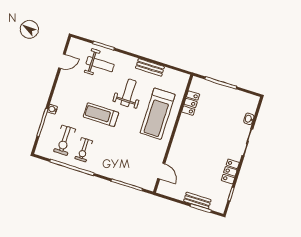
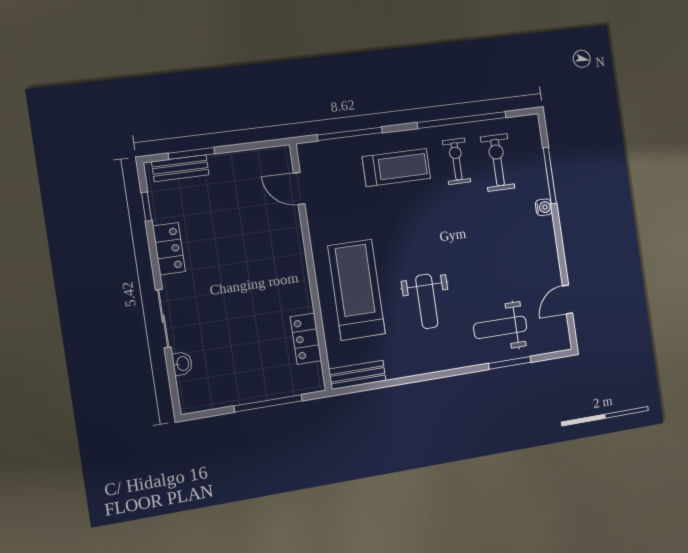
bench: (150, 67) -> (357, 375), moved
treadmill: (101, 115) -> (396, 167), moved
bench: (197, 201) -> (180, 168), moved

